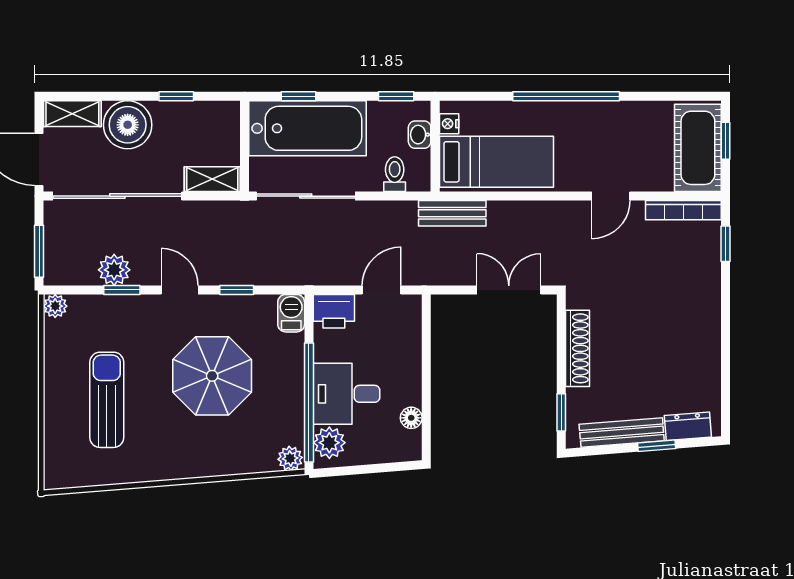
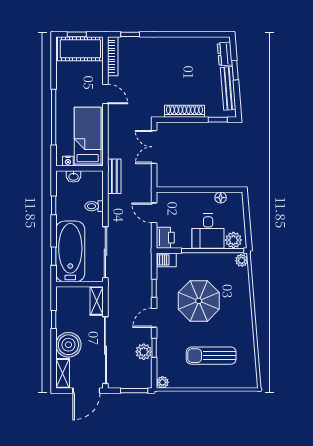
nightstand: (449, 124) -> (68, 161), moved
washbasin: (420, 135) -> (74, 176), moved
wall: (435, 146) -> (80, 168), moved
bed: (496, 162) -> (88, 137), moved

